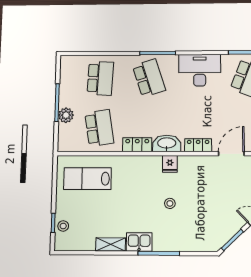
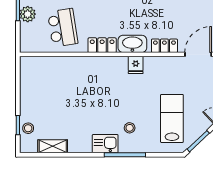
lab bench: (87, 179) -> (172, 118), moved, turned 90
stool: (170, 203) -> (130, 128), moved
shelving: (111, 244) -> (53, 146), moved

